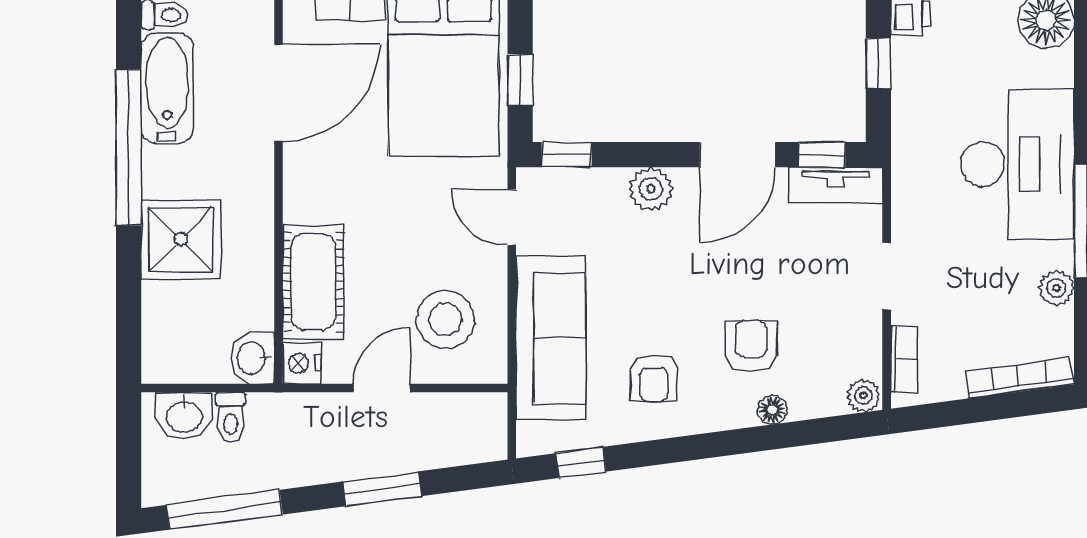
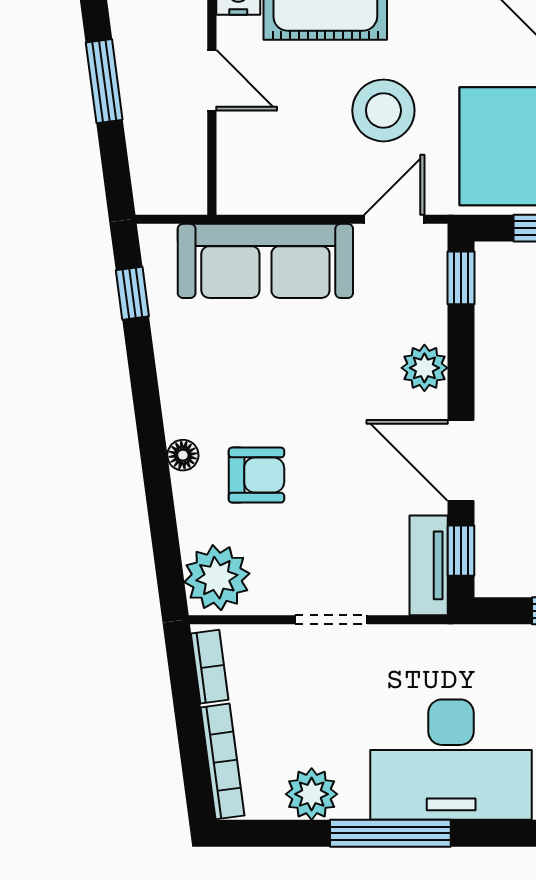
plant: (1056, 288) -> (312, 794), width x1.38, depth x1.38
stool: (445, 319) -> (383, 110), moved
bookcase: (904, 359) -> (210, 667), moved, turned -98
armchair: (654, 378) -> (222, 371), removed
plant: (863, 396) -> (217, 578), width x1.88, depth x1.88
floor lamp: (772, 410) -> (183, 455), moved

